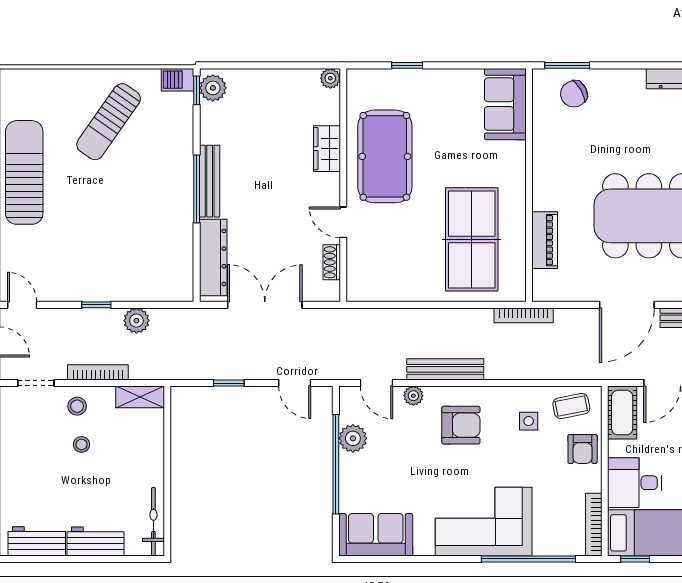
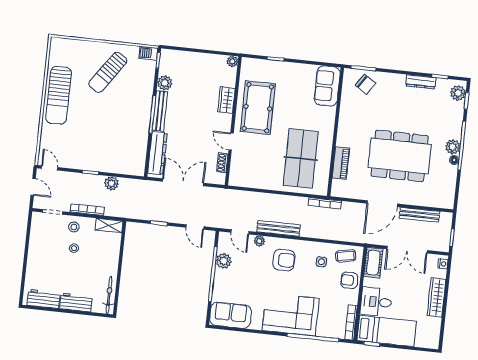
plant: (213, 88) -> (165, 83), moved
chair: (574, 94) -> (365, 84), turned -117
sun lounger: (24, 172) -> (58, 95), turned 180
armchair: (583, 449) -> (349, 280), turned 90

